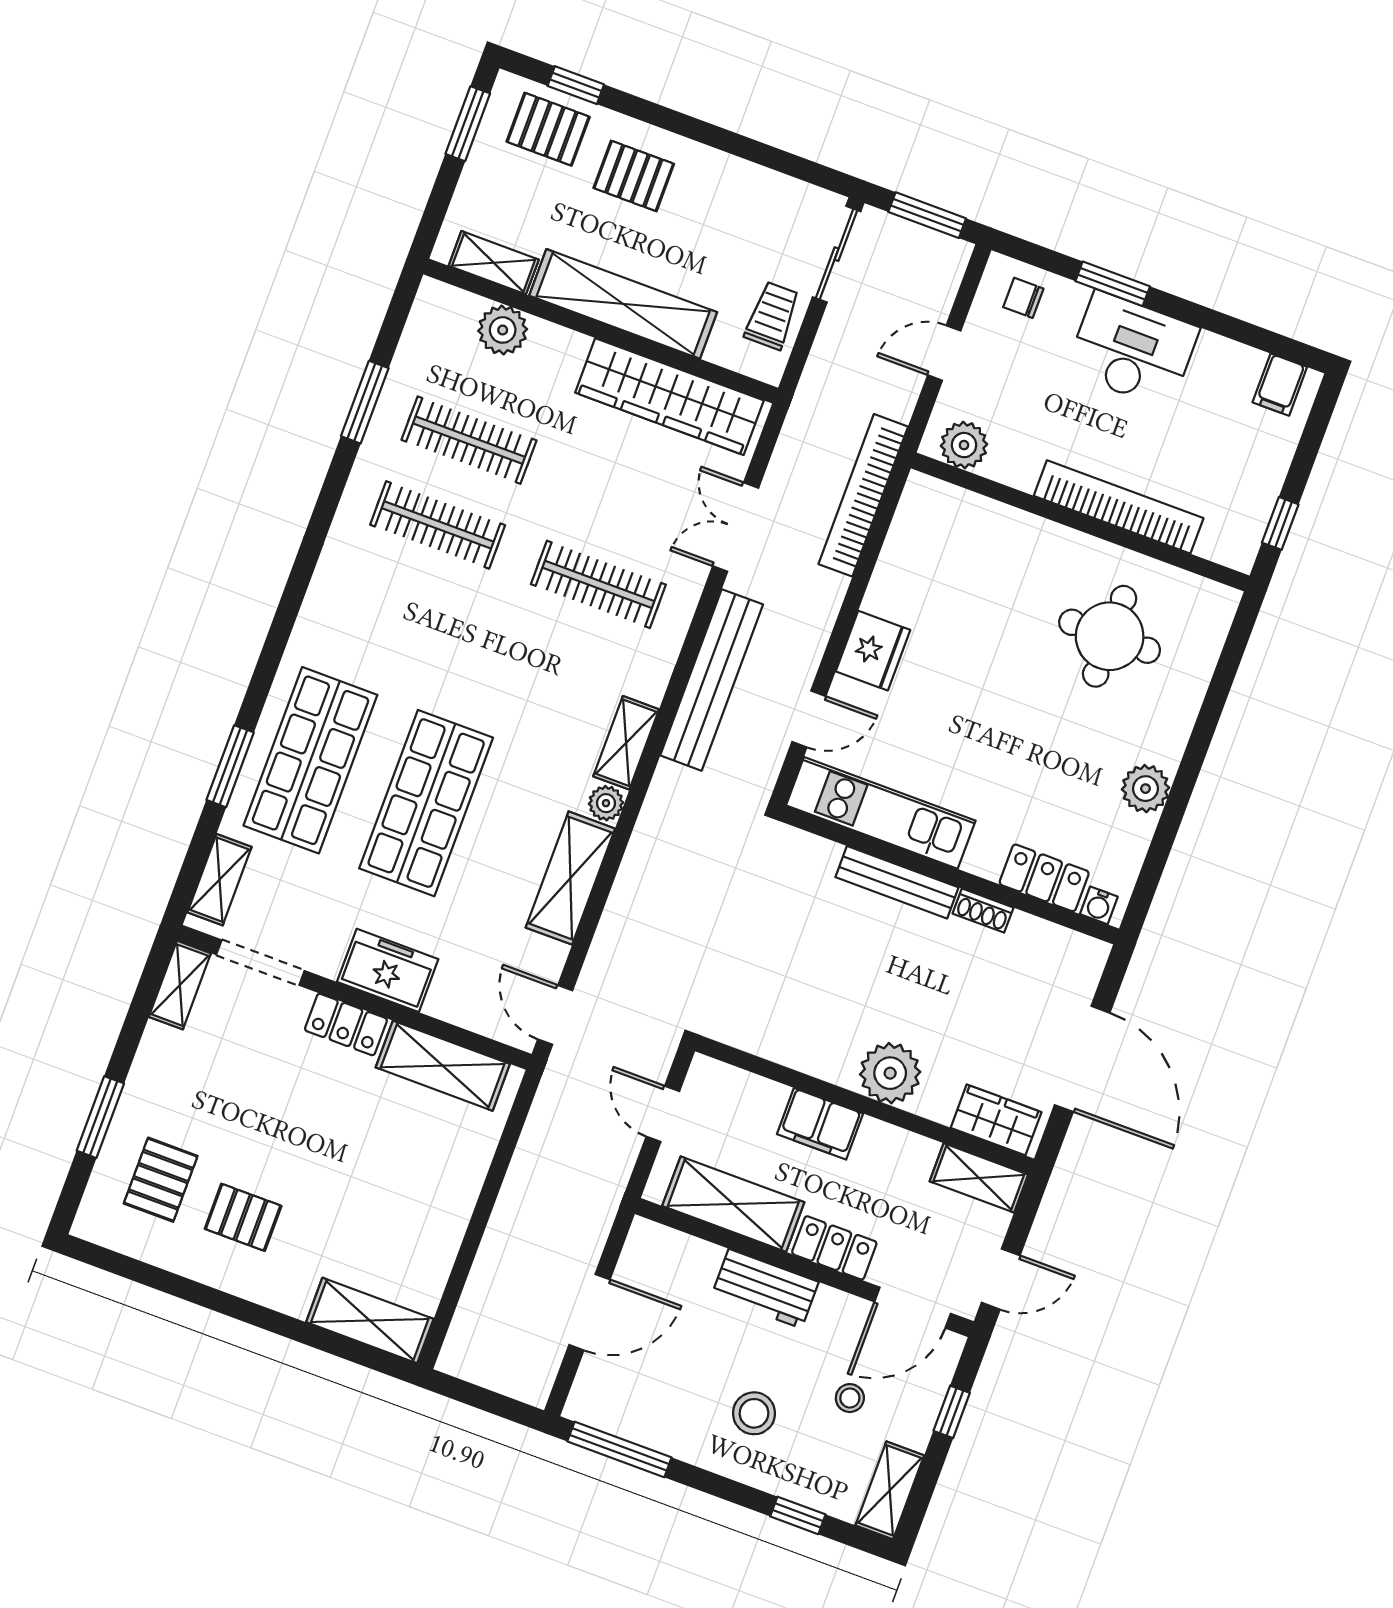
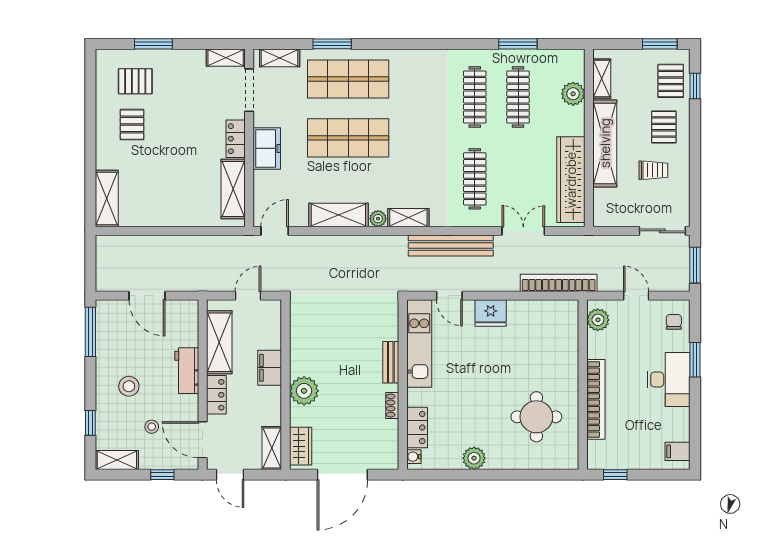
trolley: (772, 316) -> (653, 170), moved
bench: (897, 882) -> (391, 362), width x0.73

